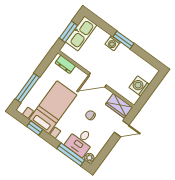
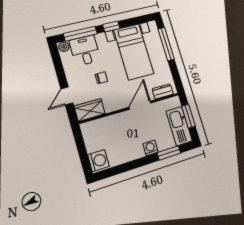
window: (124, 40) -> (169, 153), moved
door: (98, 80) -> (140, 105), moved
washing machine: (139, 86) -> (98, 161), moved
window: (35, 128) -> (111, 27), moved

